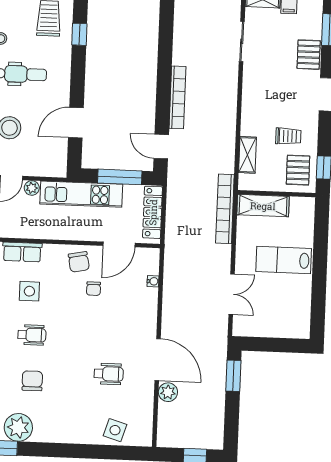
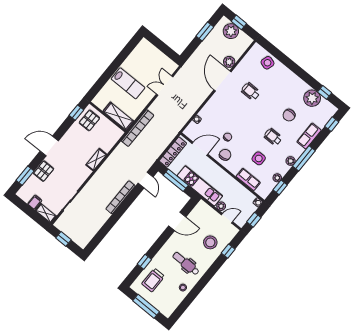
trolley: (288, 136) -> (82, 140), removed
shelving: (248, 155) -> (96, 160), moved
window: (233, 376) -> (205, 32), moved
plant: (197, 436) -> (231, 31), added

